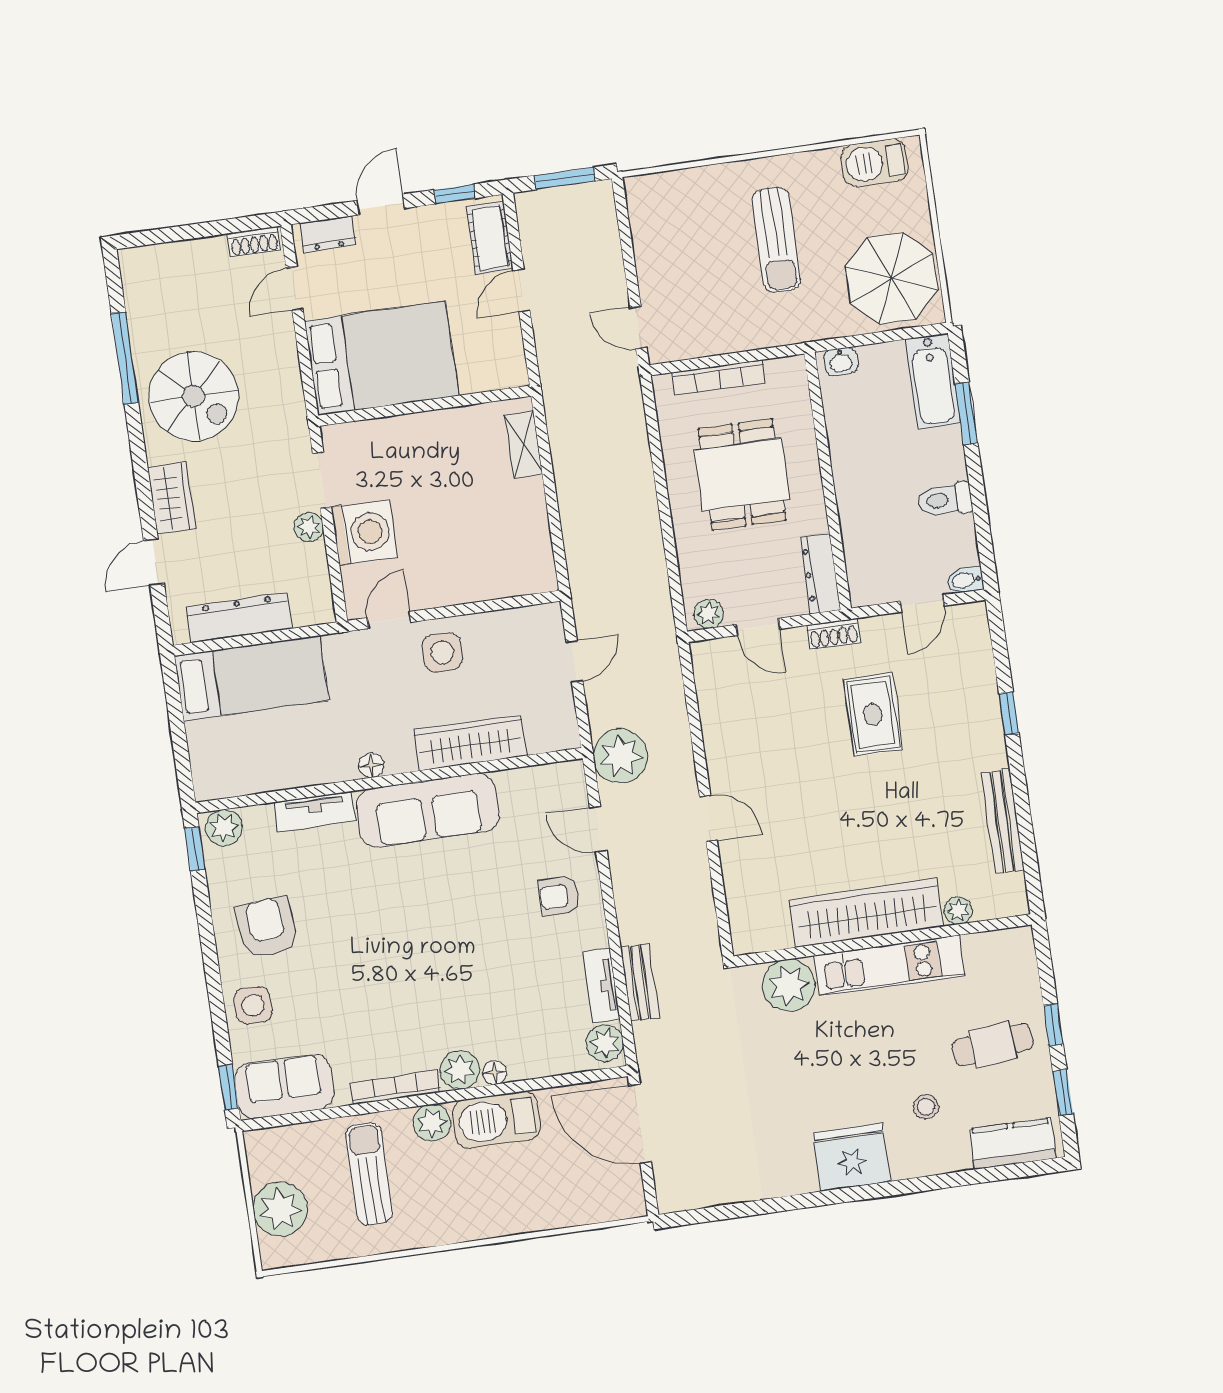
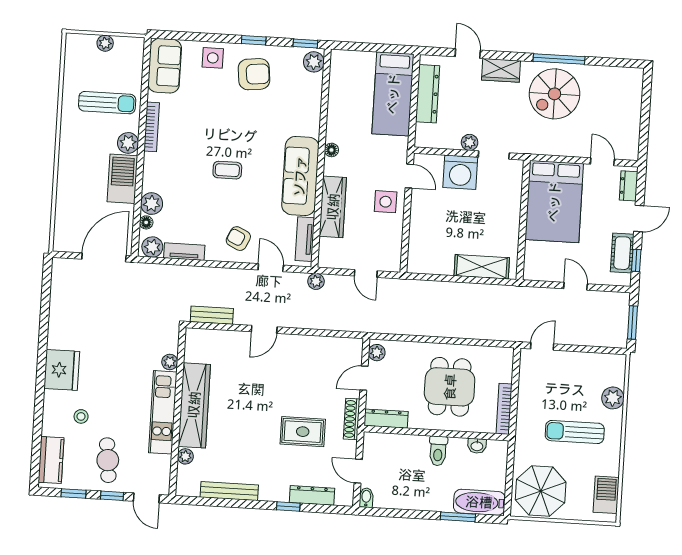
plant: (703, 186) -> (613, 398), added
door: (381, 205) -> (639, 219), hinge flipped
cot: (490, 238) -> (622, 253), moved, turned 90
shoe rack: (254, 242) -> (633, 145), removed
window: (125, 358) -> (559, 59), moved
washbasin: (841, 361) -> (477, 446), moved, turned -90
bookcase: (718, 377) -> (504, 409), moved
shelving: (524, 445) -> (482, 267), width x1.50, depth x1.33
dining table: (742, 474) -> (450, 387), turned 90
toilet: (945, 500) -> (438, 451), moved, turned 180
shoe rack: (833, 634) -> (352, 419), width x1.43
dresser: (981, 676) -> (312, 495), added
plant: (620, 756) -> (316, 281), width x0.53, depth x0.53
tv unit: (315, 811) -> (305, 239), moved
door: (598, 829) -> (271, 268), hinge flipped
armchair: (559, 896) -> (238, 239), turned -65
coffee table: (444, 940) -> (227, 170), added
door: (1045, 964) -> (146, 498), added
bench: (640, 982) -> (212, 315), moved
plant: (789, 985) -> (170, 362), width x0.53, depth x0.53
plant: (460, 1070) -> (152, 204), moved
floor lamp: (495, 1073) -> (146, 222), moved
window: (229, 1087) -> (254, 40), moved
plant: (280, 1209) -> (105, 43), width x0.53, depth x0.53

